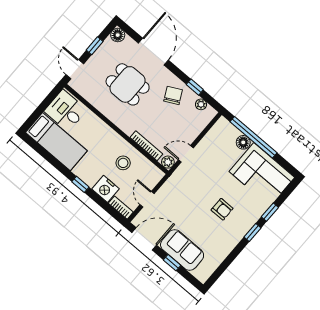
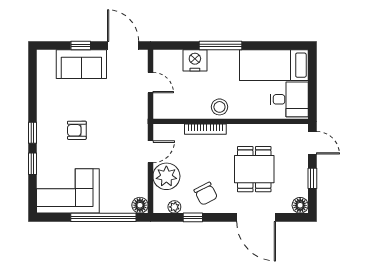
dining table: (128, 84) -> (254, 169), turned 90
floor lamp: (243, 142) -> (140, 205), moved
bookcase: (146, 146) -> (205, 129), moved
plant: (168, 162) -> (166, 176), moved, width x1.87, depth x1.87
stool: (123, 163) -> (219, 107), moved
window: (80, 184) -> (221, 46), width x2.17
bookcase: (121, 208) -> (167, 55), removed
door: (144, 239) -> (123, 46), swing flipped

